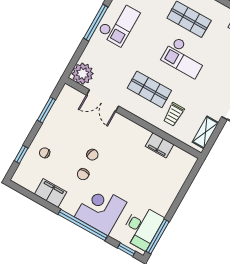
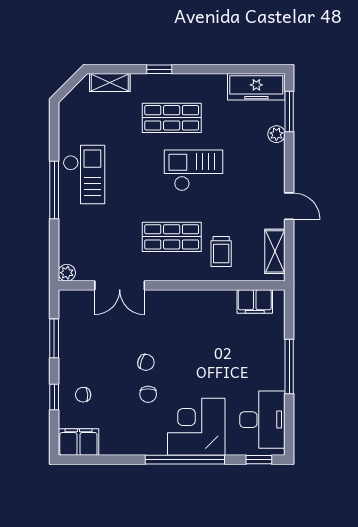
checkout: (184, 57) -> (194, 170), turned 180
plant: (83, 74) -> (67, 273), width x0.53, depth x0.53
filing cabinet: (160, 145) -> (255, 301), moved
window: (21, 154) -> (54, 397), moved
filing cabinet: (51, 193) -> (78, 442), moved
window: (158, 236) -> (289, 367), moved

